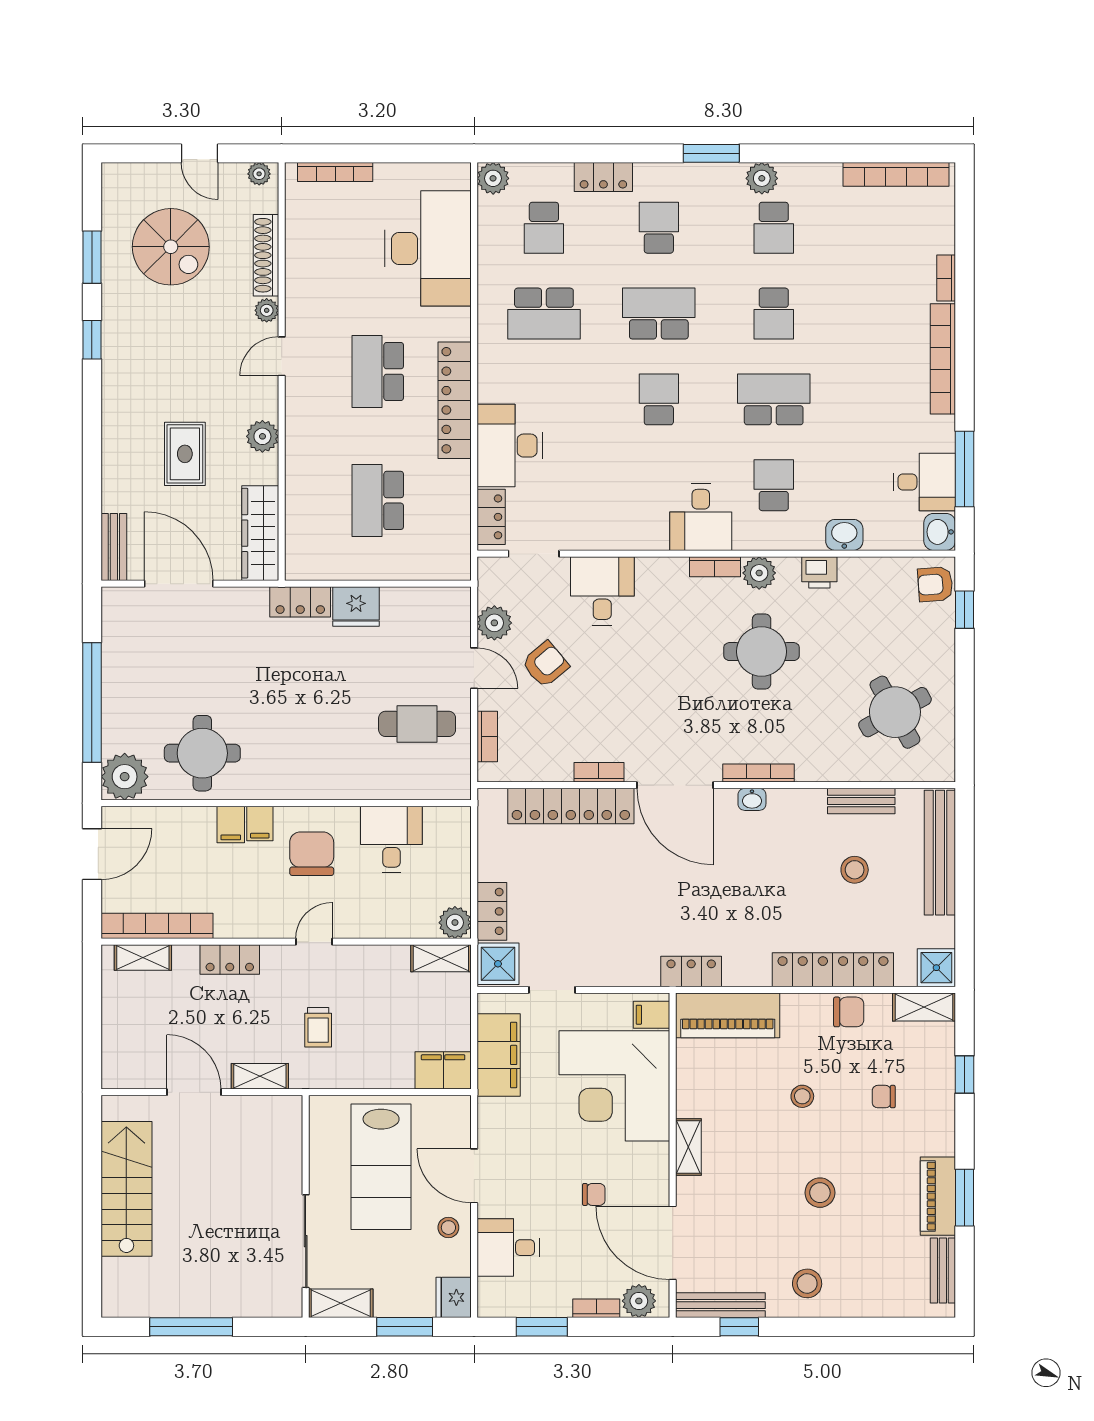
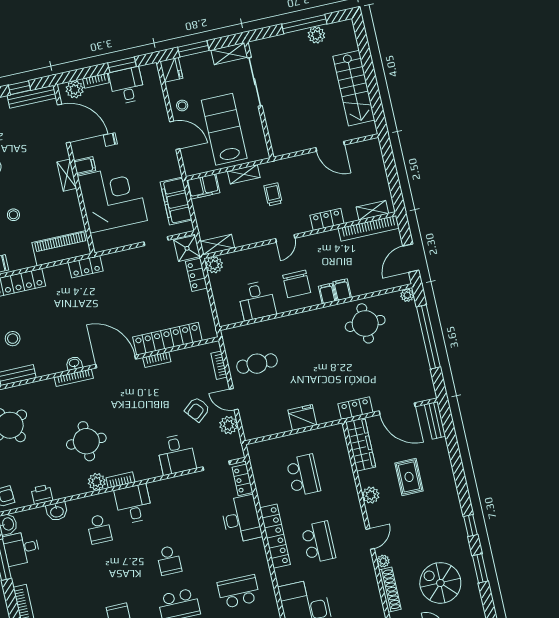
school desk: (774, 399) -> (109, 574), removed
printer: (819, 572) -> (42, 494), moved
locker: (300, 602) -> (355, 408), moved
plant: (125, 777) -> (407, 295), width x0.53, depth x0.53
filing cabinet: (652, 1015) -> (85, 166), moved
shelving: (260, 1076) -> (244, 174), moved
desk: (508, 1248) -> (127, 86), moved, turned -90
plant: (174, 1302) -> (316, 35), added

